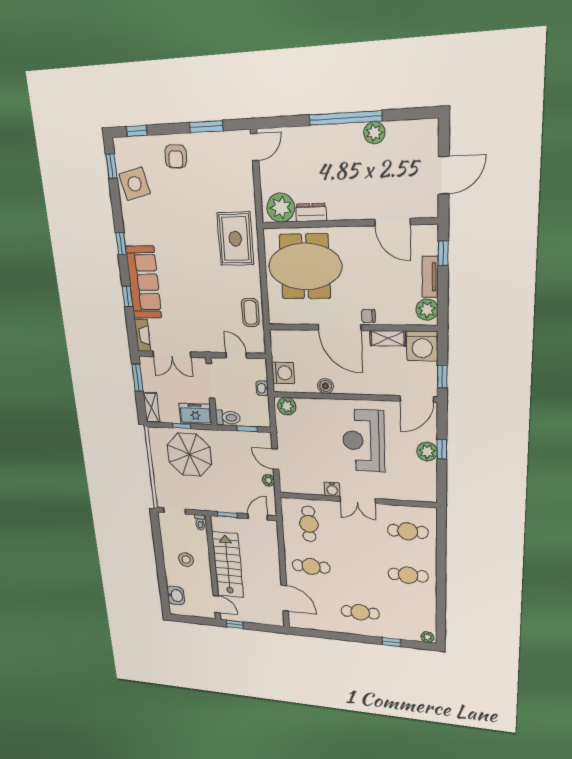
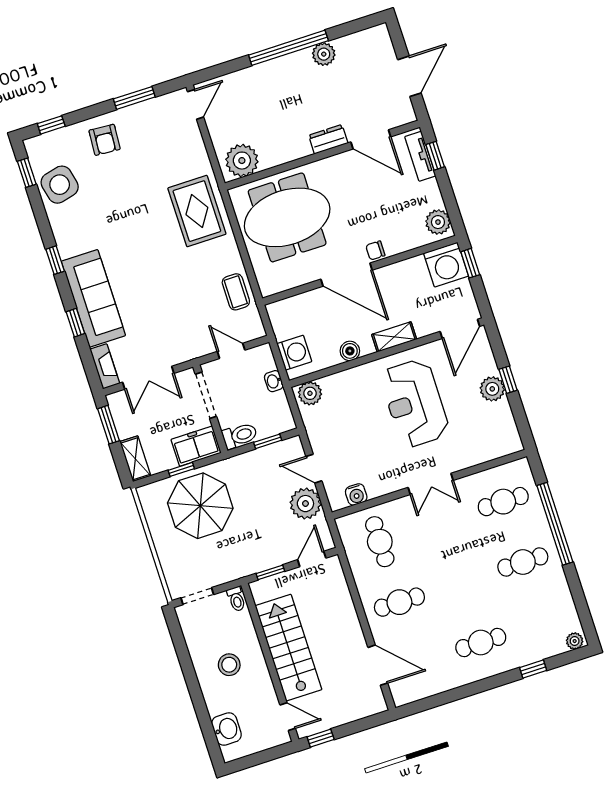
dresser: (311, 212) -> (328, 139), moved
tv unit: (430, 277) -> (420, 156), moved
shelving: (388, 338) -> (394, 337), moved
window: (442, 377) -> (470, 263), moved
plant: (268, 480) -> (305, 504), width x1.87, depth x1.87
water cooler: (332, 489) -> (356, 494), moved
window: (441, 560) -> (555, 524), added

